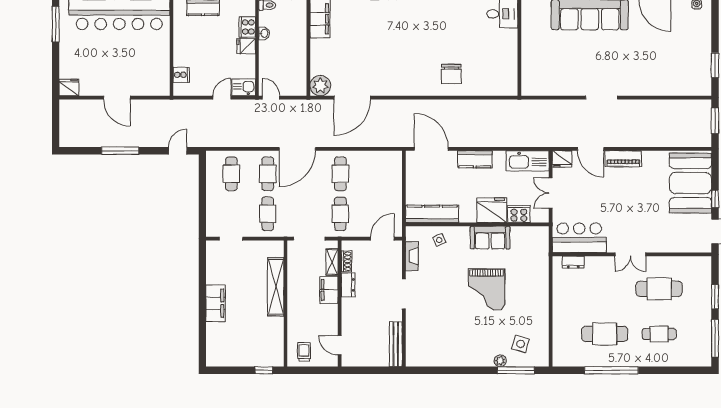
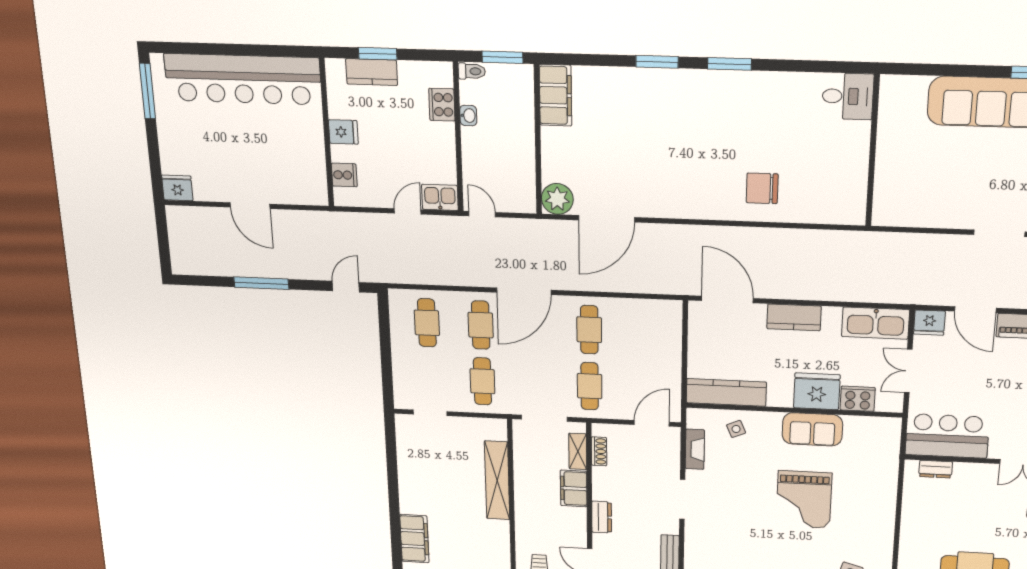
fridge: (246, 46) -> (343, 132), moved, turned 180
chair: (451, 74) -> (762, 188), turned 90
dresser: (348, 285) -> (602, 517), moved
filing cabinet: (216, 303) -> (414, 539), moved

